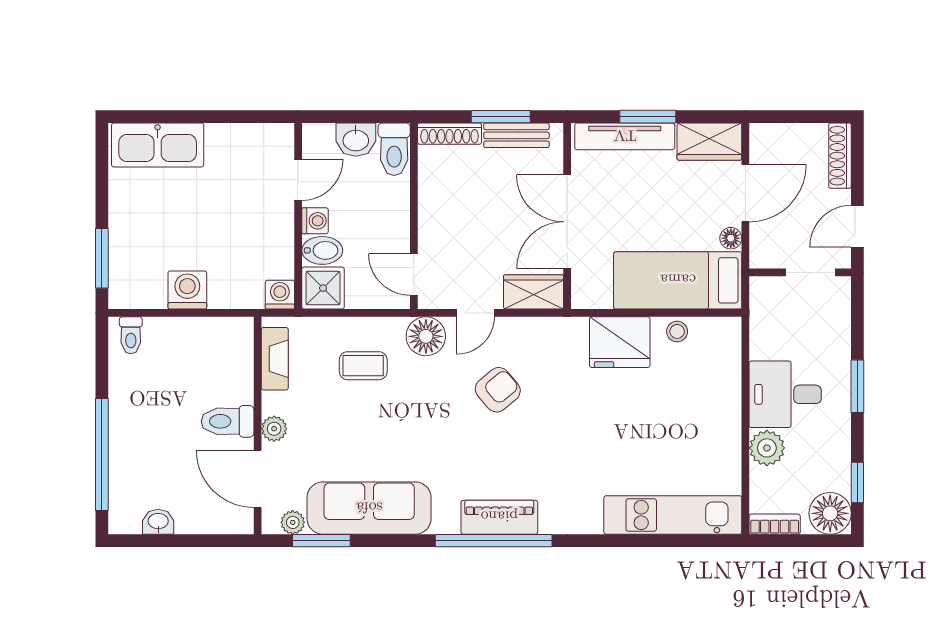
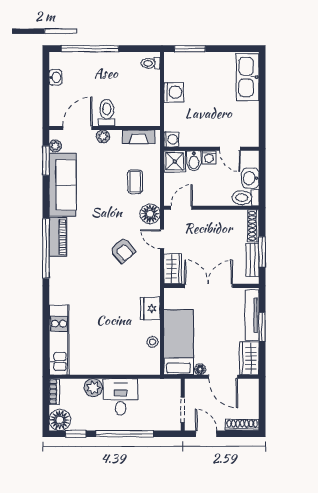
fridge: (620, 342) -> (150, 309), width x0.73, depth x0.75
window: (857, 386) -> (125, 434), width x2.11
piano: (499, 517) -> (58, 237), moved

